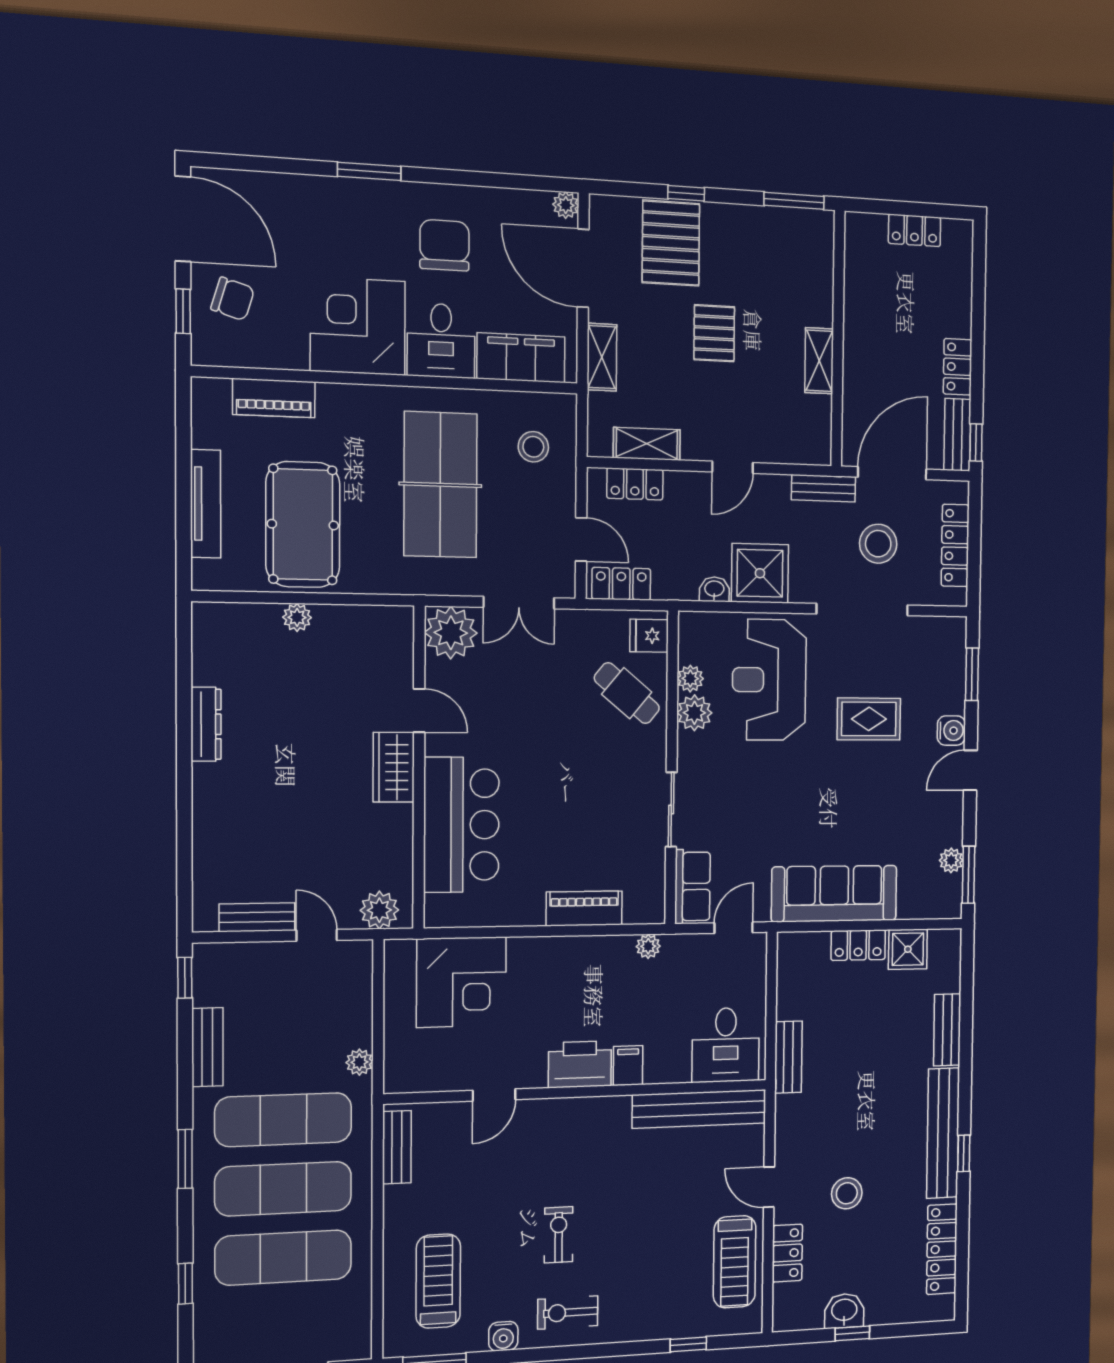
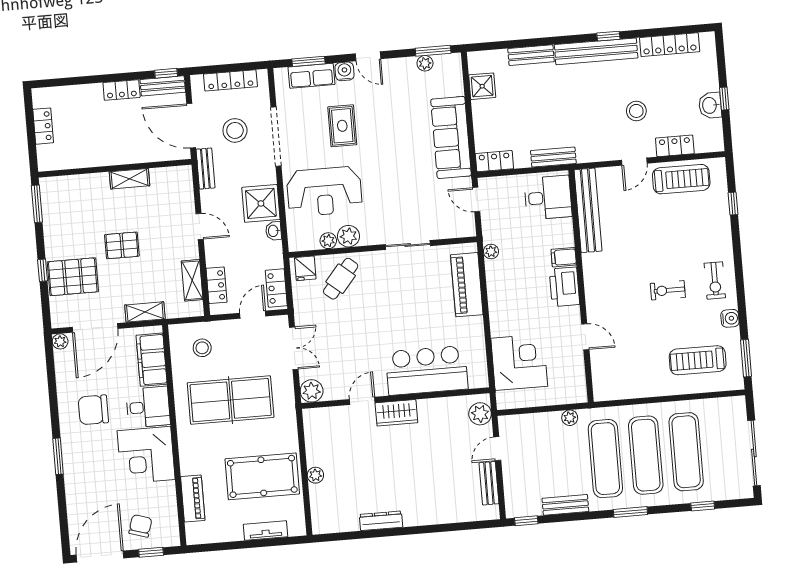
tv unit: (206, 504) -> (266, 530), width x0.71
plant: (451, 633) -> (312, 391), width x0.73, depth x0.73
row of seats: (692, 886) -> (311, 76), moved, turned 180
piano: (584, 908) -> (467, 285), width x1.37, depth x1.33
locker: (858, 945) -> (494, 161), moved, turned -90
bench: (397, 1147) -> (619, 392), removed

